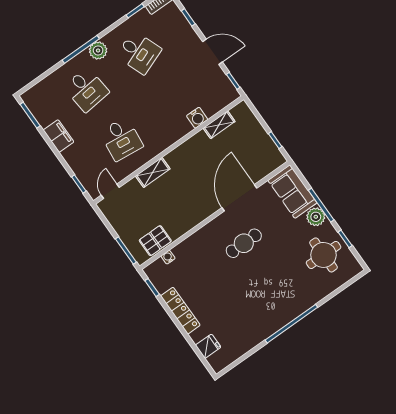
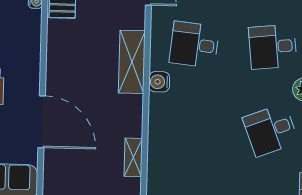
water cooler: (197, 118) -> (159, 82), moved
shelving: (153, 172) -> (132, 62), width x1.50, depth x1.33

